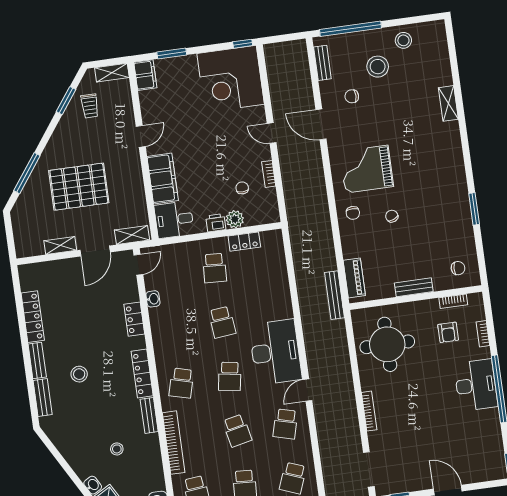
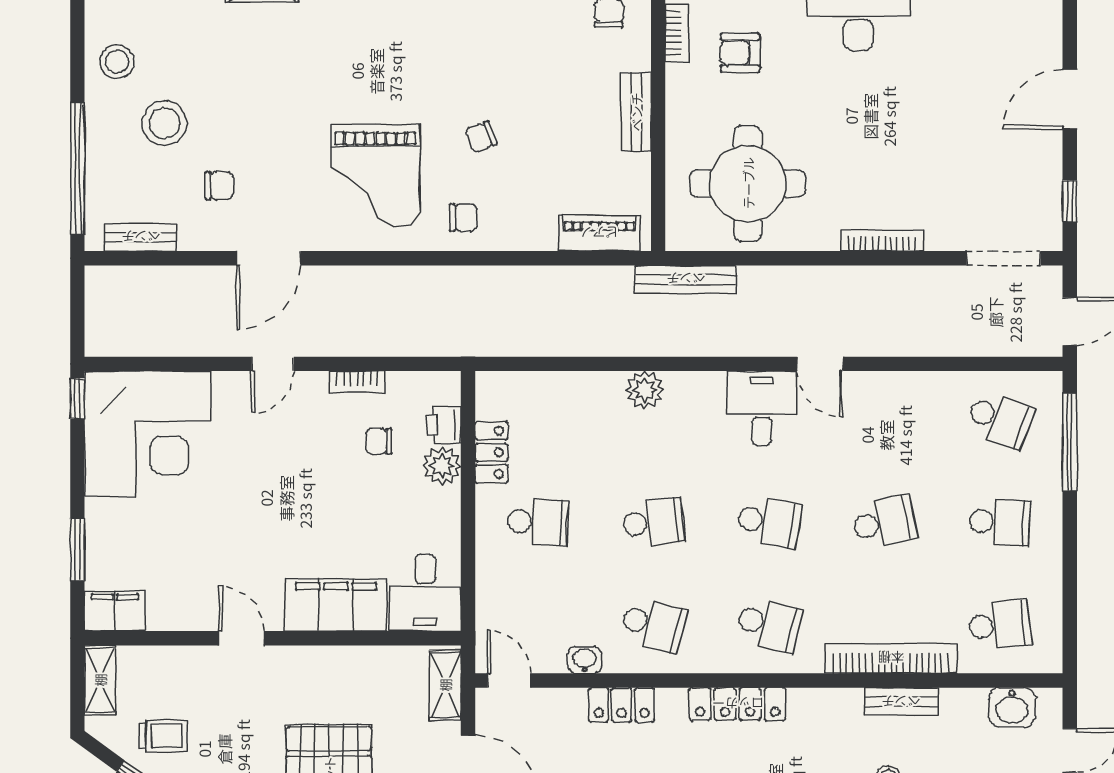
chair: (352, 96) -> (219, 186), turned -90
printer: (216, 223) -> (444, 425), moved
bench: (335, 295) -> (686, 279), moved
plant: (284, 309) -> (645, 390), added
armchair: (448, 332) -> (740, 53), turned 180
desk: (275, 352) -> (762, 408), width x0.53, depth x0.77
bench: (149, 415) -> (901, 702), moved
school desk: (285, 424) -> (653, 625), moved

